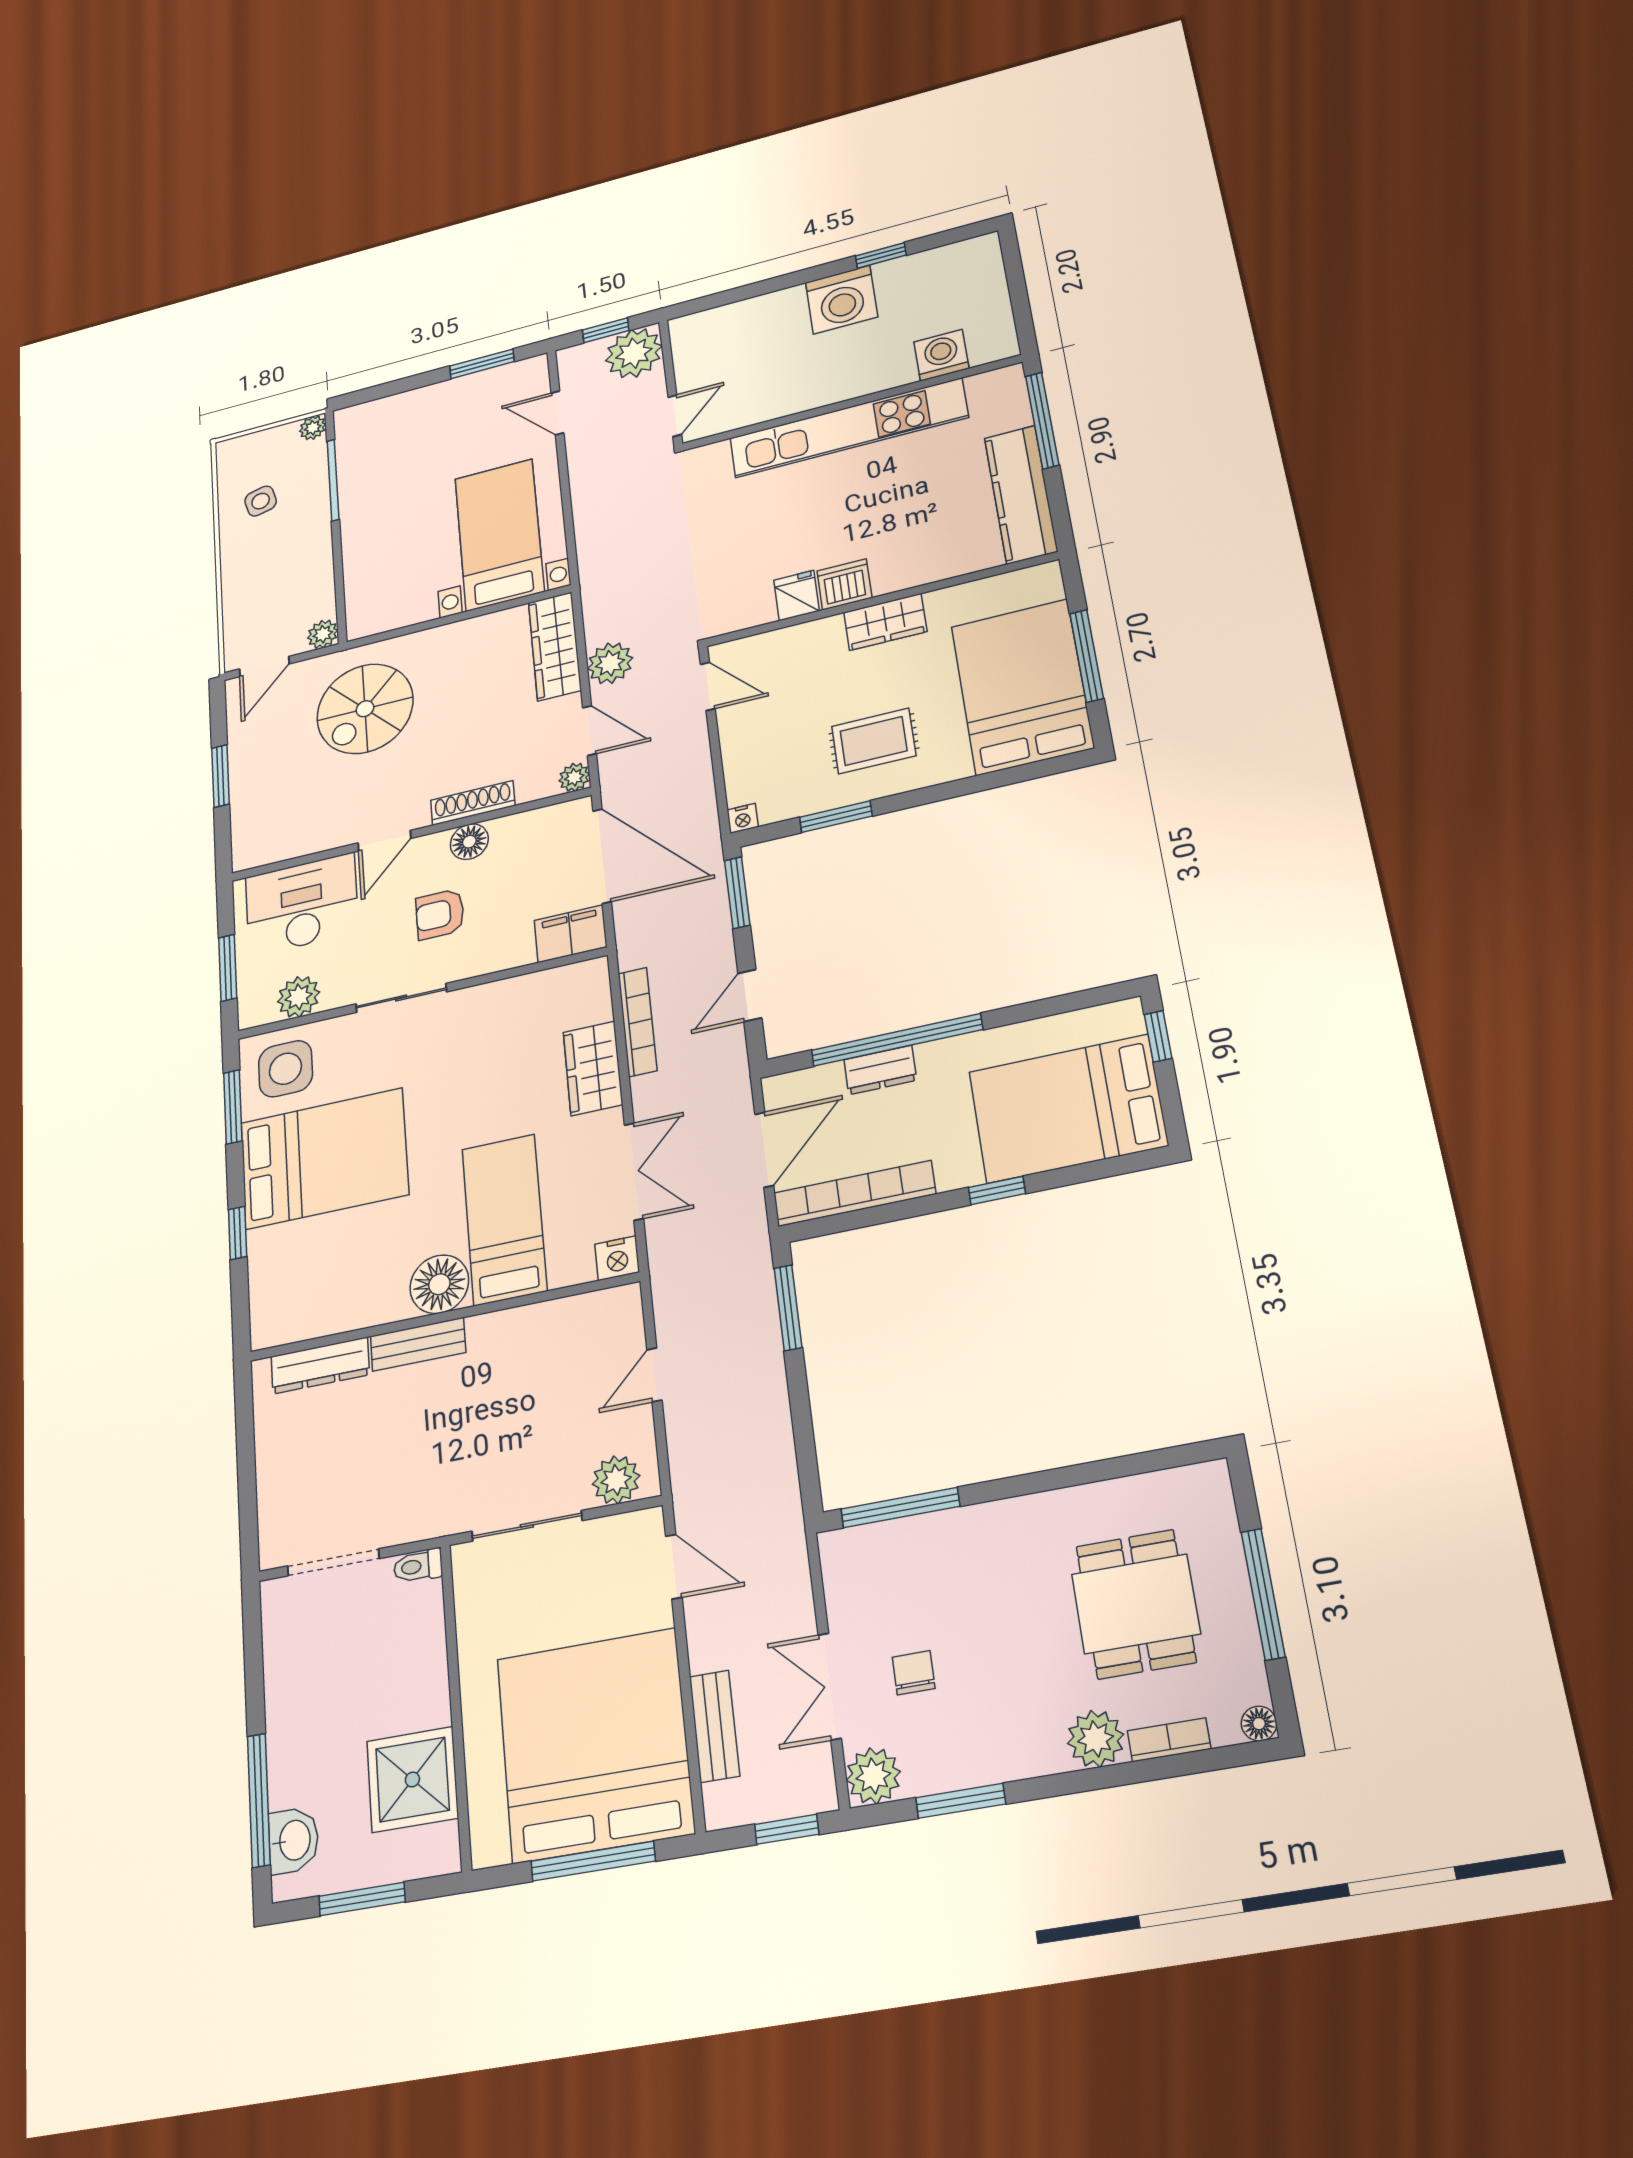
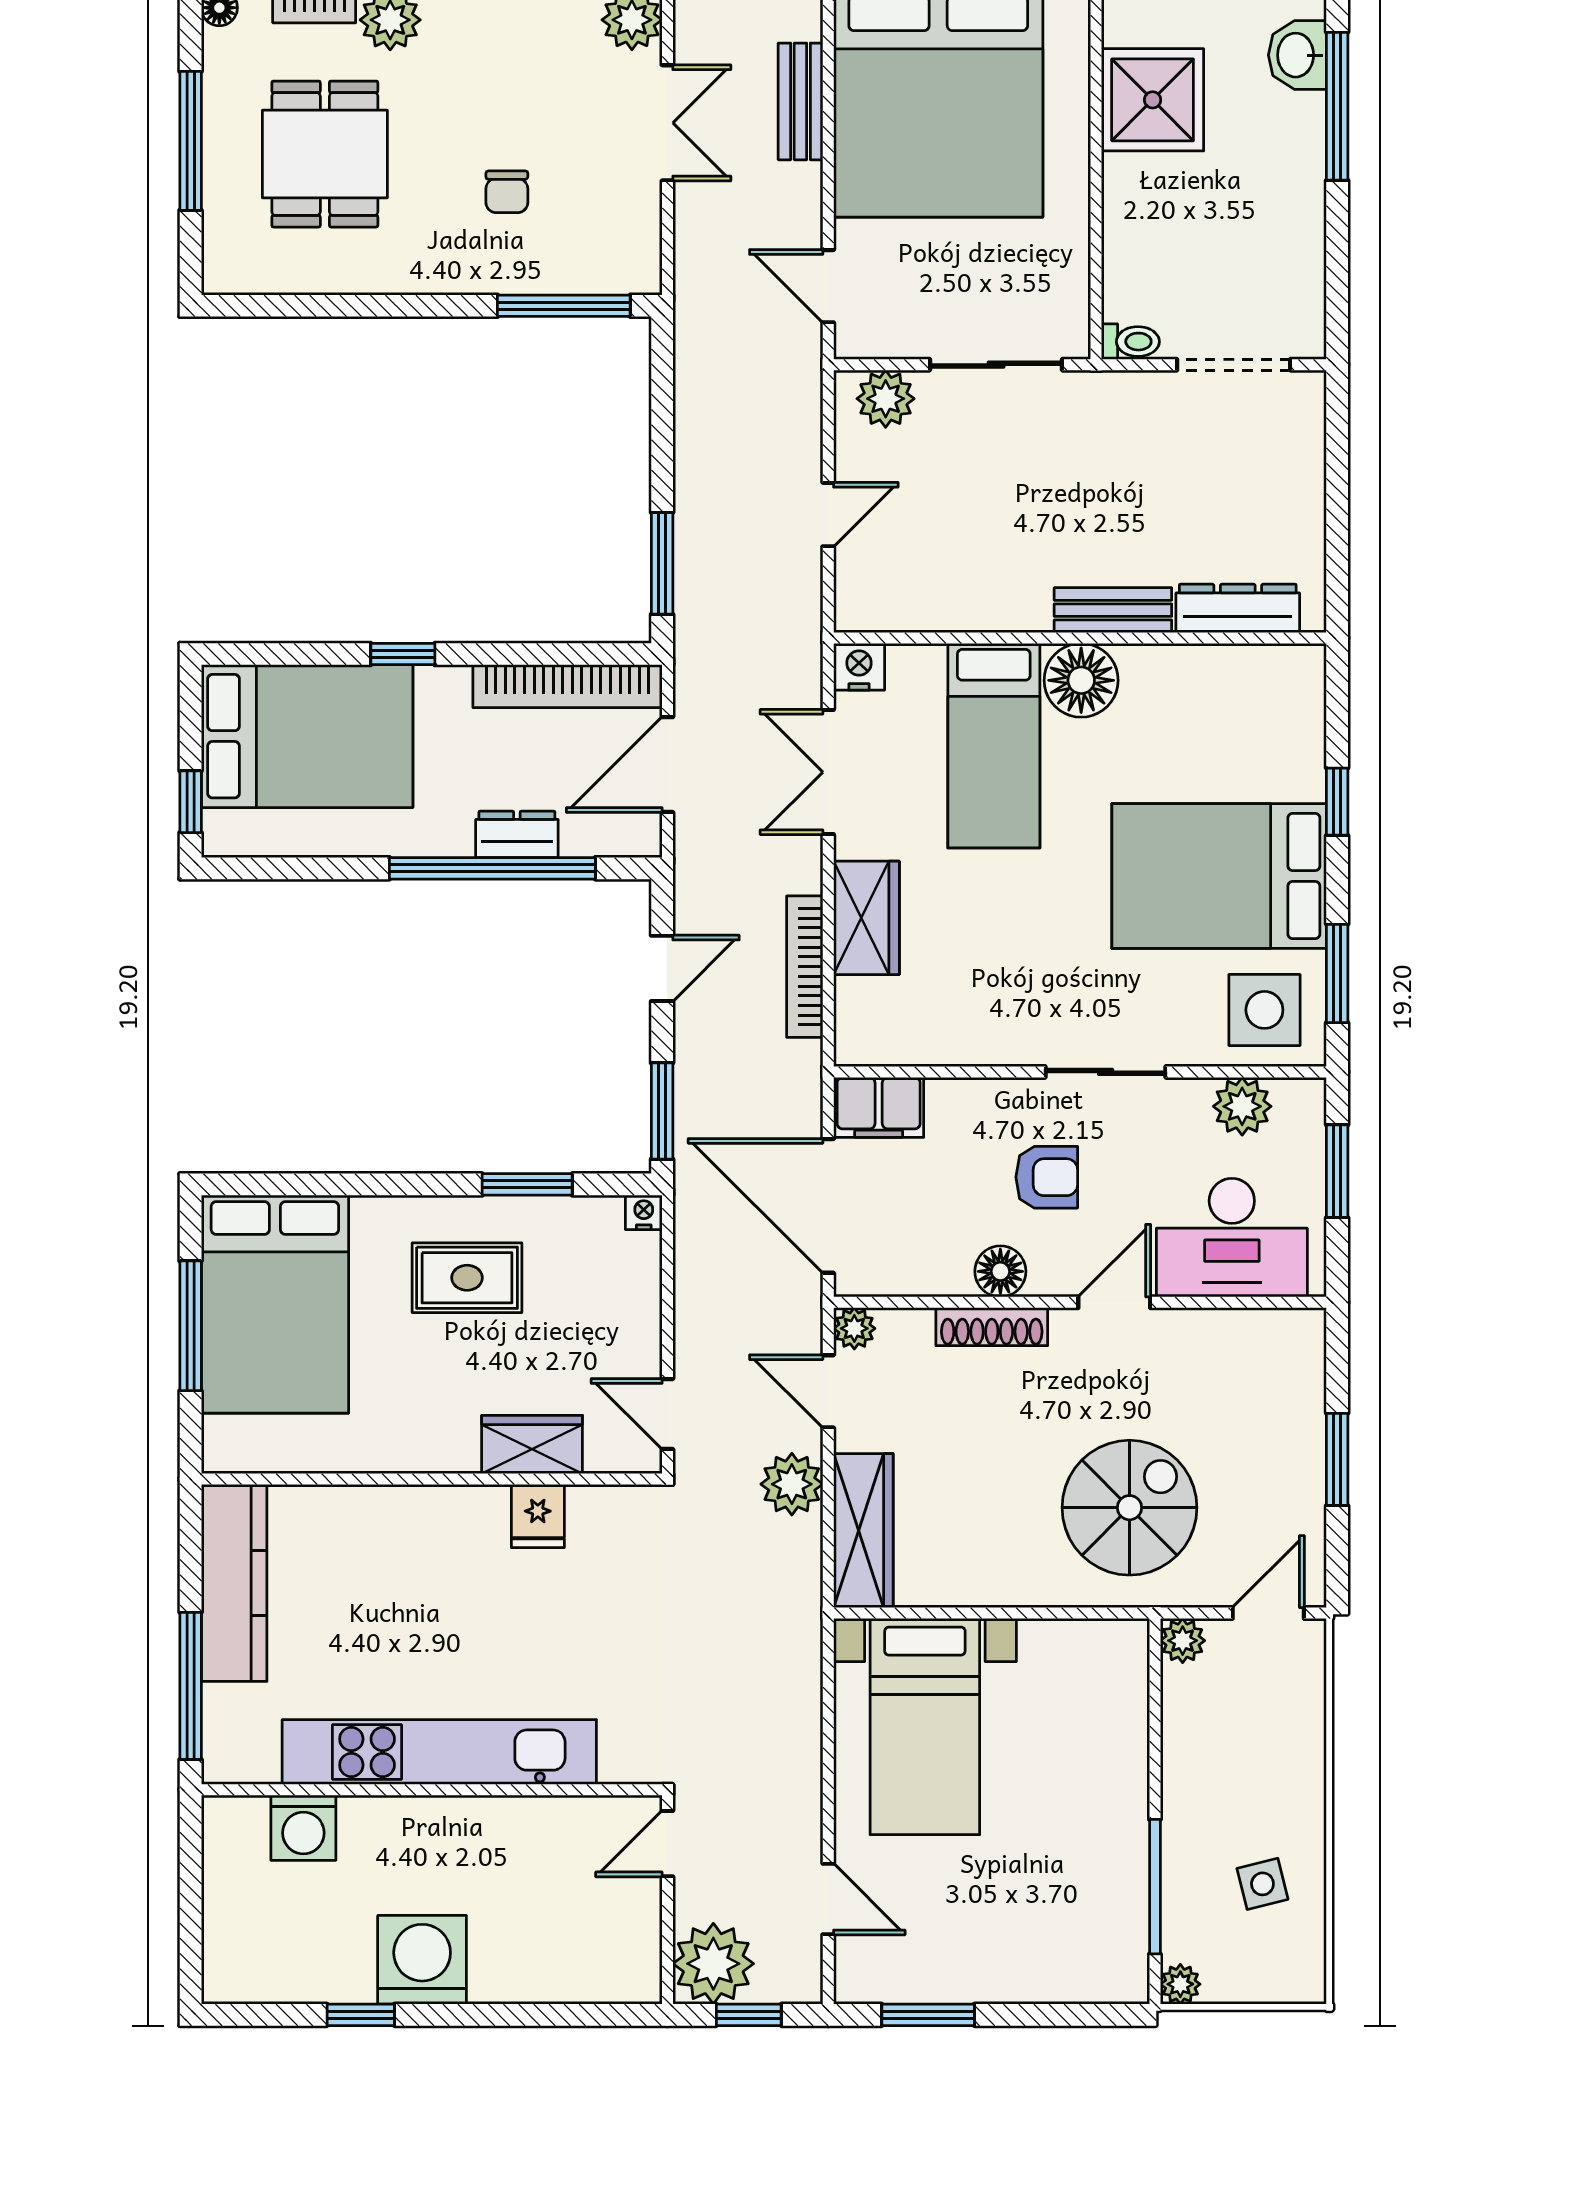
dishwasher: (844, 584) -> (474, 1515), removed
wardrobe: (885, 622) -> (532, 1445), moved
chair: (914, 1673) -> (507, 192), moved

